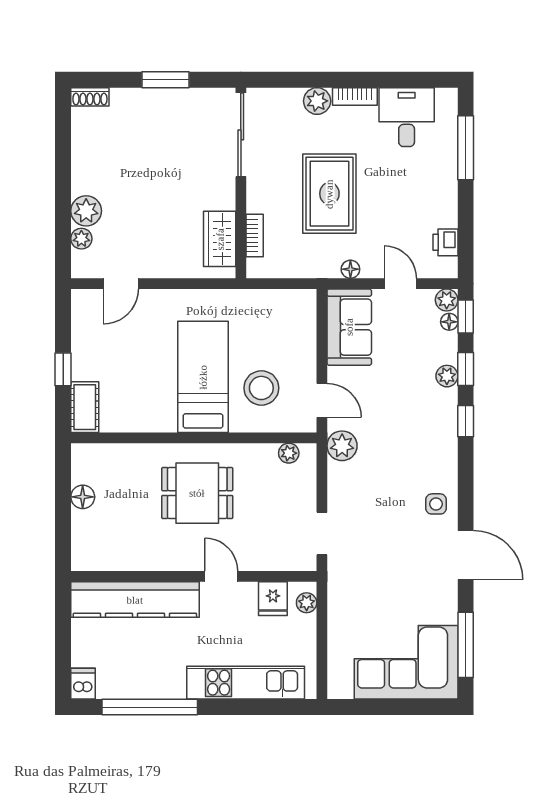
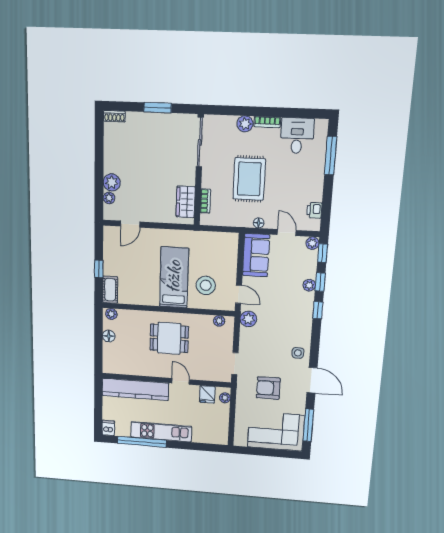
floor lamp: (449, 322) -> (313, 255), removed
plant: (87, 454) -> (111, 314), added
armchair: (386, 577) -> (268, 388), added
kitchen unit: (246, 683) -> (161, 432), moved

